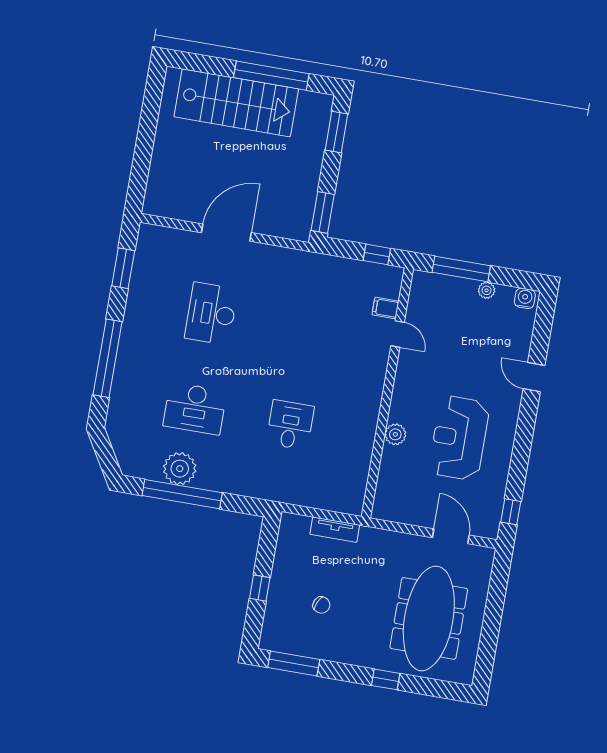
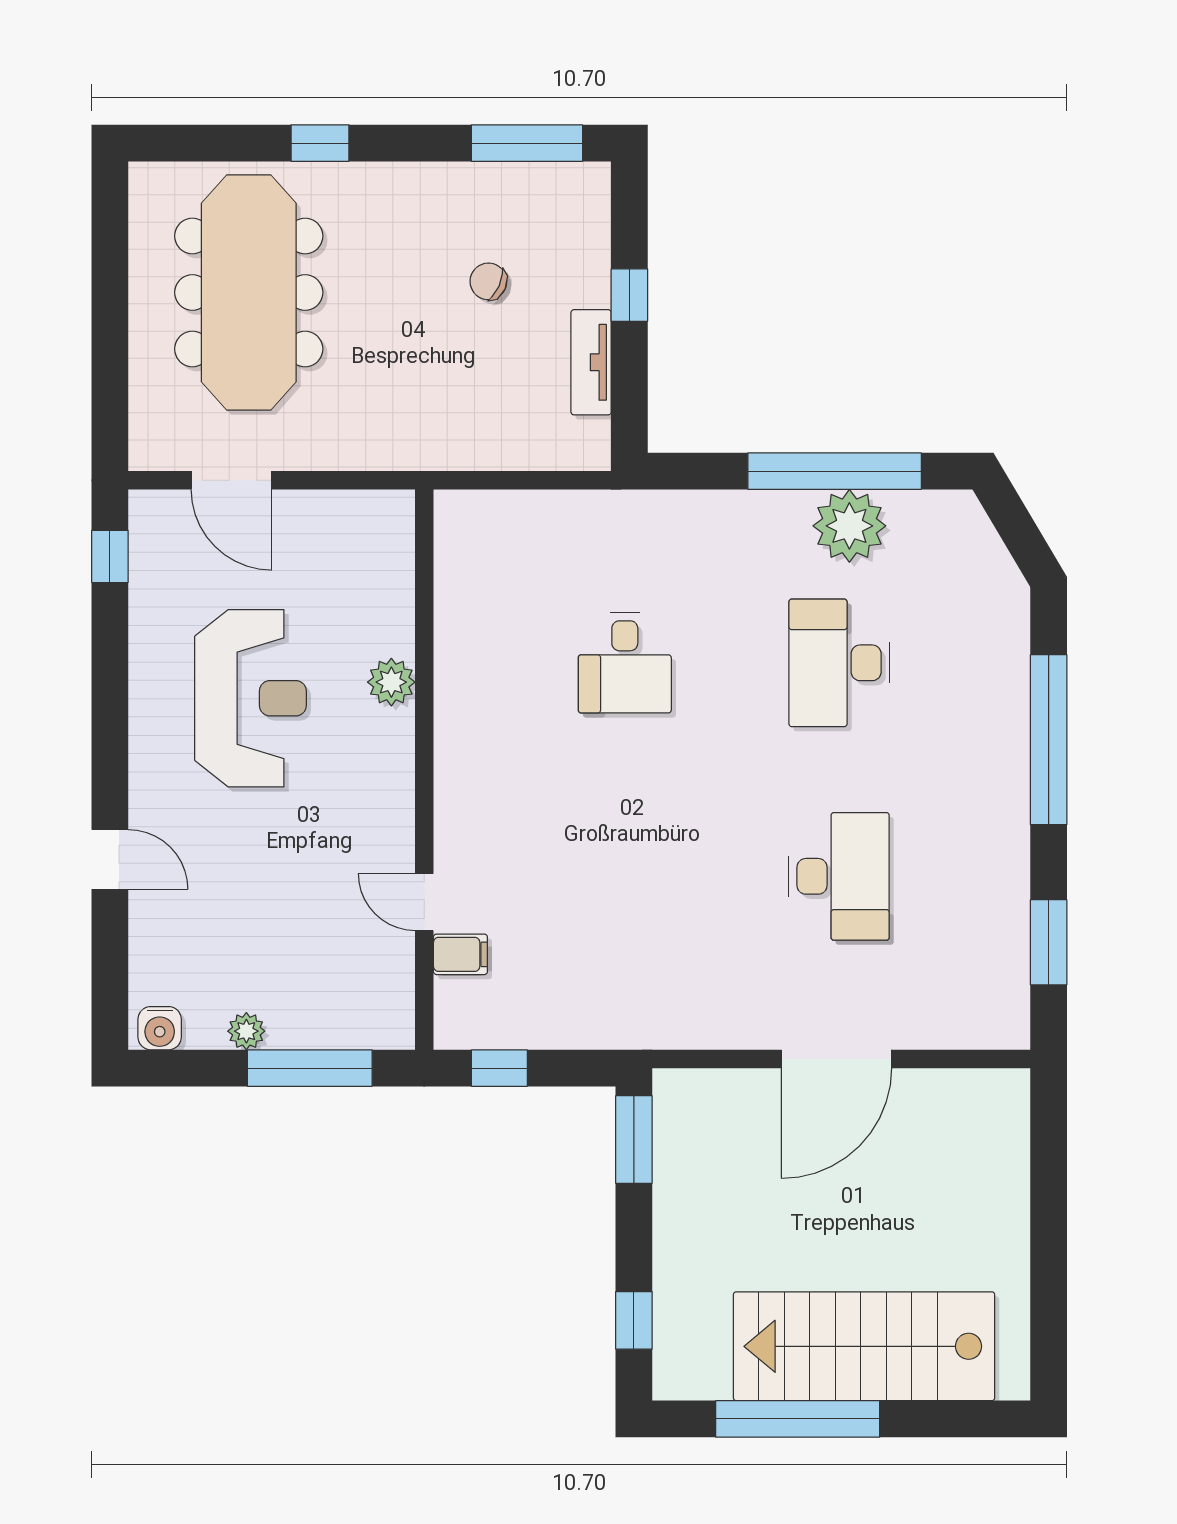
window: (336, 132) -> (634, 1320), width x0.67
desk: (195, 409) -> (839, 663), turned -90
tv unit: (335, 530) -> (591, 362), moved, turned -90

